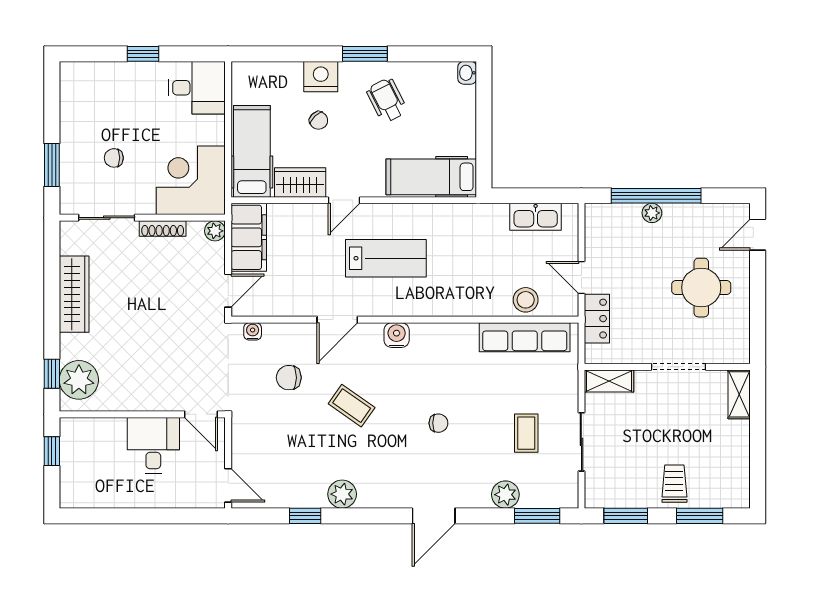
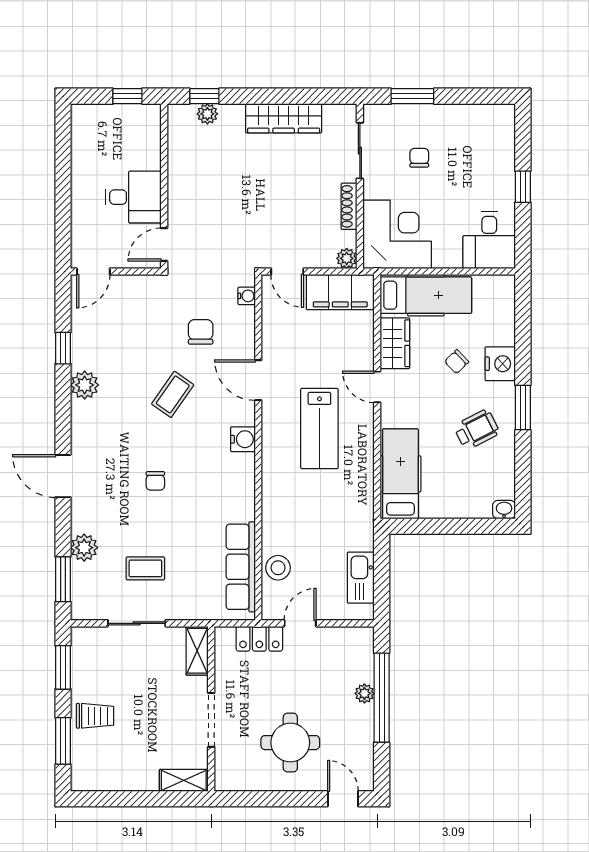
plant: (79, 380) -> (207, 114), width x0.53, depth x0.53

